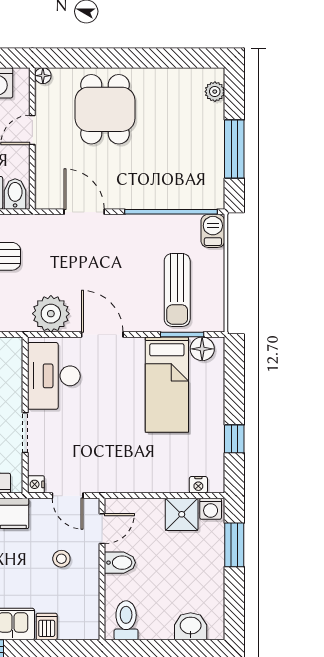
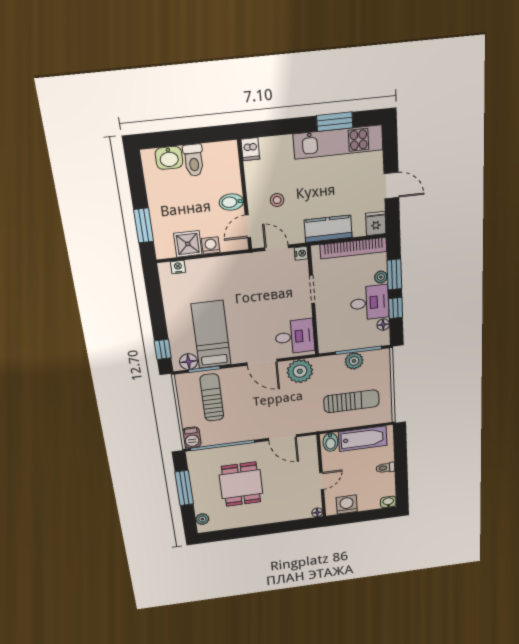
dining table: (105, 109) -> (241, 484), moved
desk: (54, 376) -> (295, 337), width x0.73
window: (234, 439) -> (163, 349), moved
washing machine: (211, 509) -> (211, 245), moved
toilet: (126, 620) -> (194, 160), moved
dishwasher: (47, 626) -> (250, 149), moved

